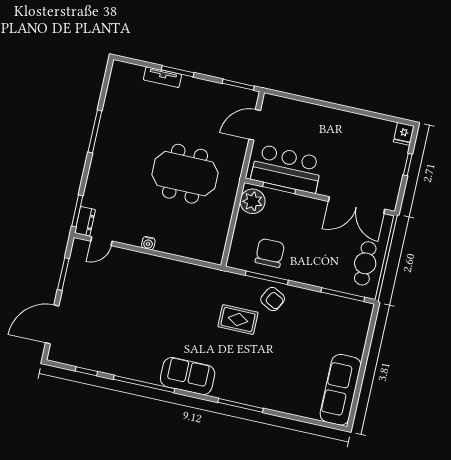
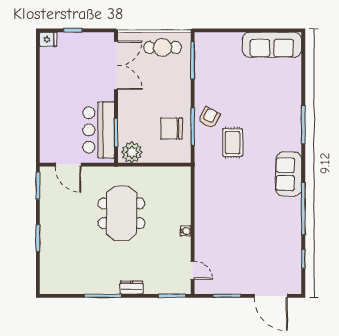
tv unit: (163, 77) -> (45, 250), removed
dresser: (85, 221) -> (132, 287), moved

